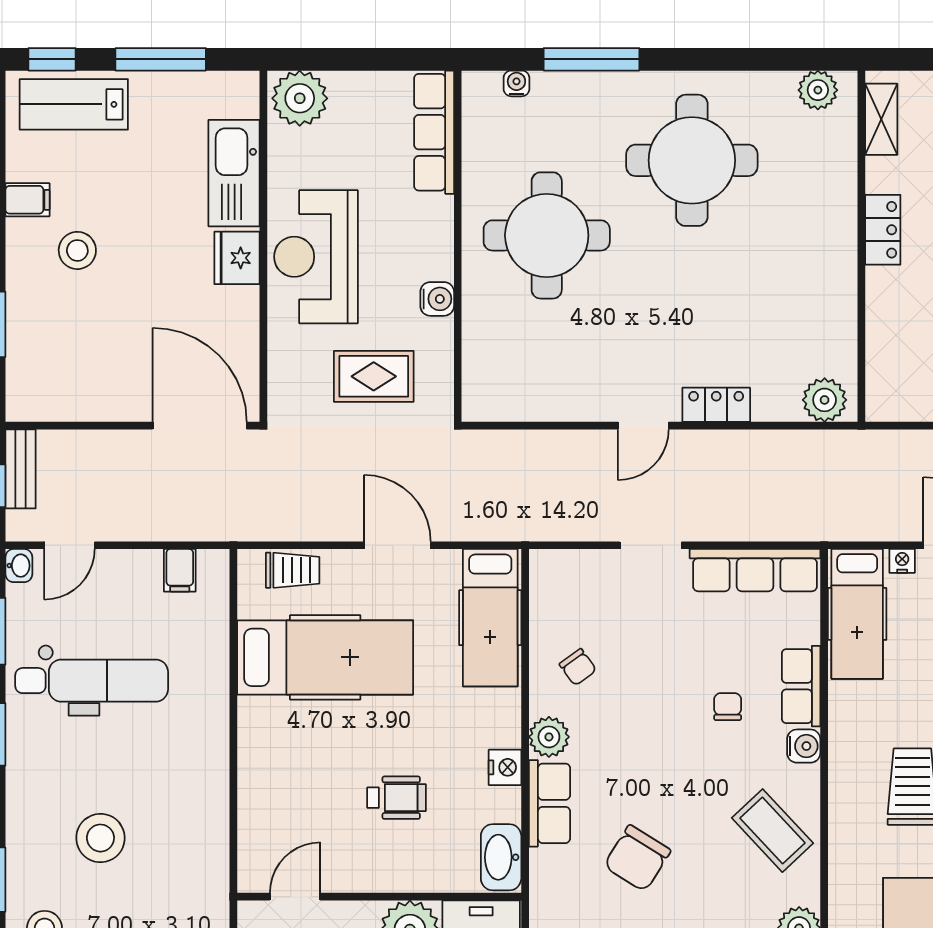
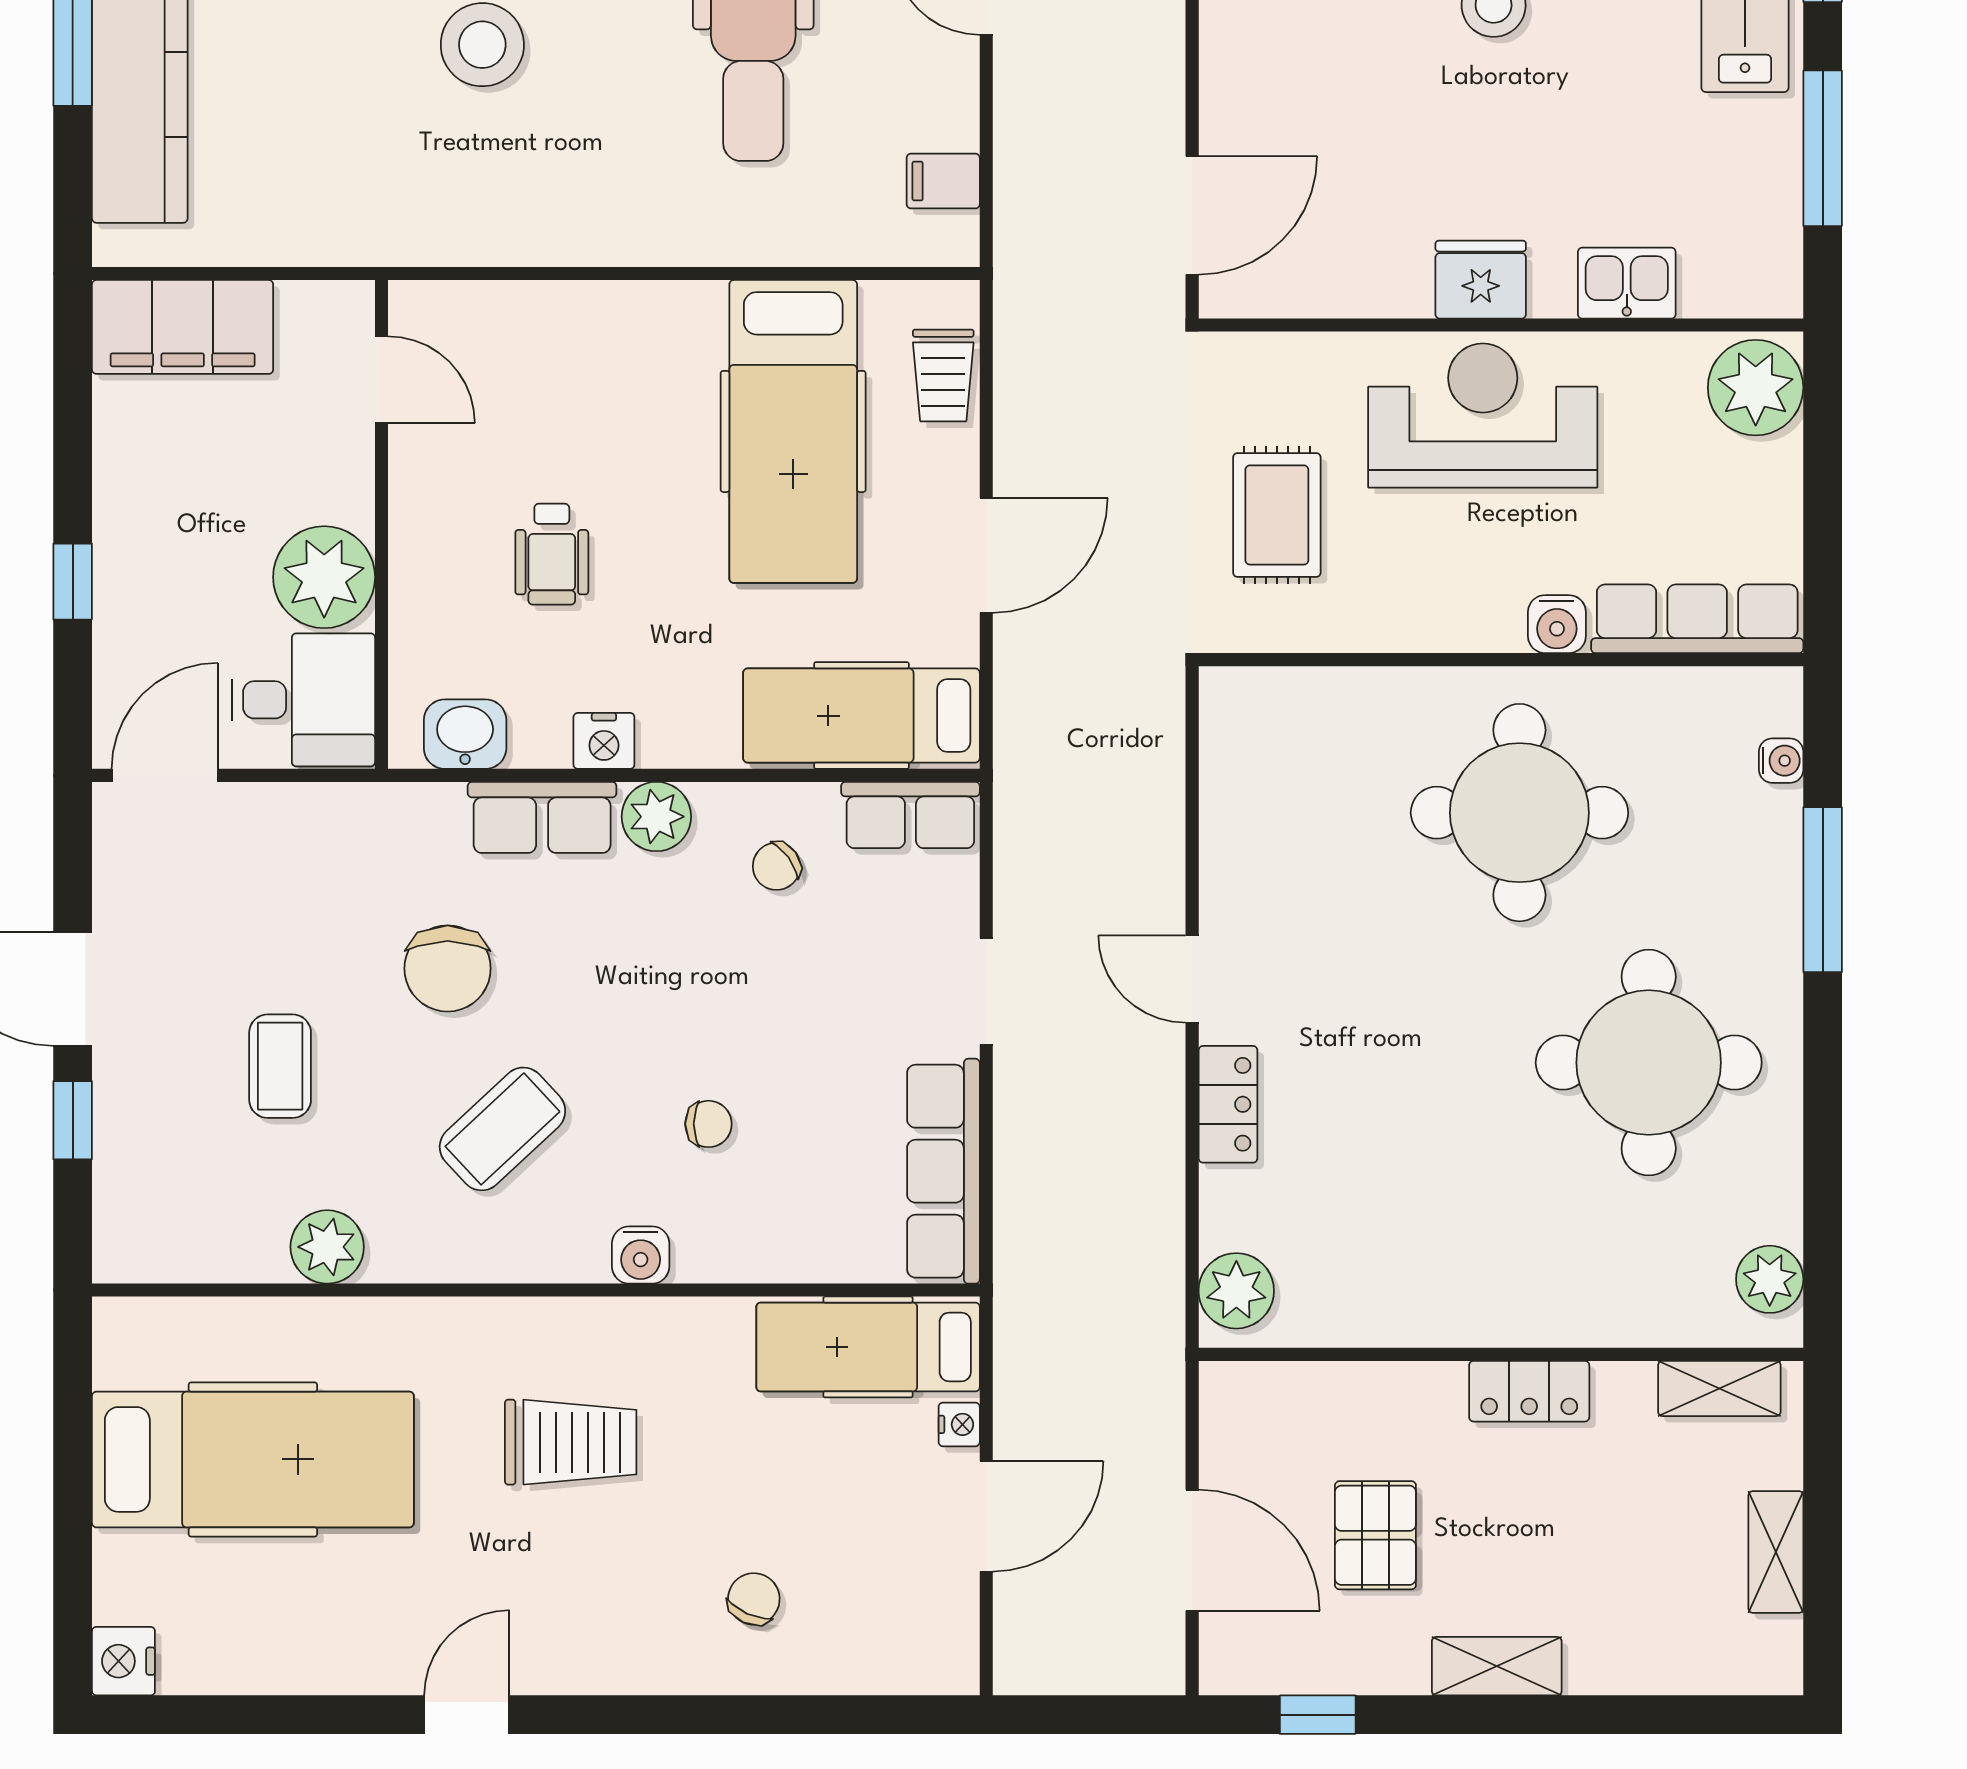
kitchen sink: (234, 173) -> (1627, 283), width x0.53, depth x0.81
water cooler: (437, 299) -> (1557, 624), moved
door: (200, 426) -> (1192, 215), width x0.73
row of seats: (801, 686) -> (910, 815), moved, turned 180
coffee table: (773, 831) -> (502, 1129), moved
washbasin: (501, 857) -> (465, 734), width x0.72
chair: (637, 858) -> (448, 968), turned -122

